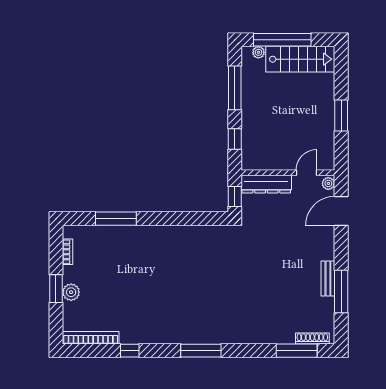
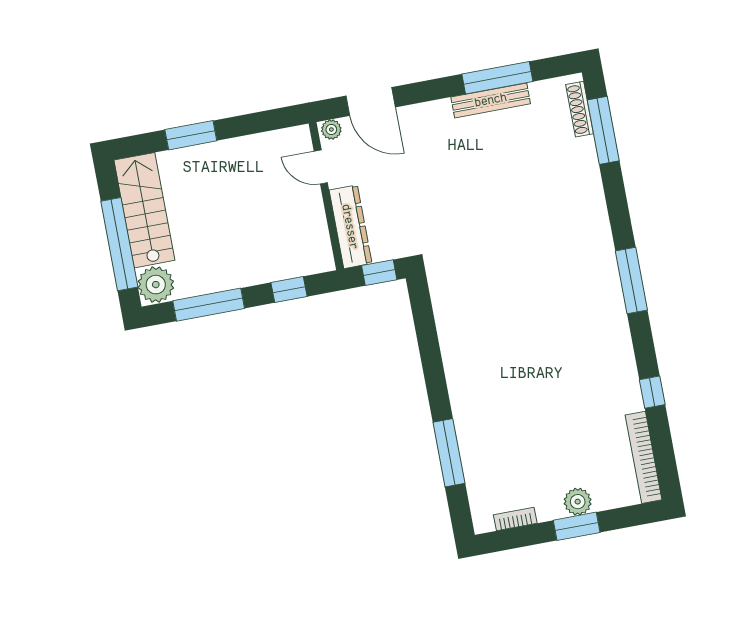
plant: (258, 52) -> (156, 285), width x1.87, depth x1.87
window: (341, 116) -> (191, 135), moved
bench: (328, 278) -> (491, 100), width x1.36

